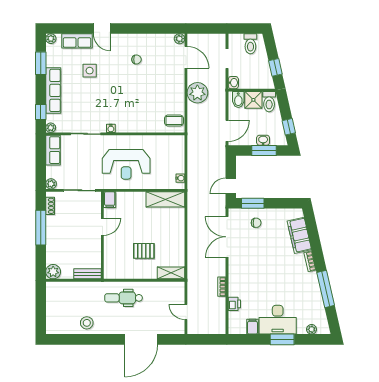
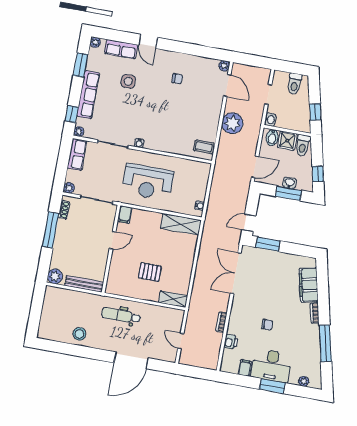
chair: (256, 223) -> (267, 325), moved
bench: (88, 274) -> (84, 284), width x1.36

